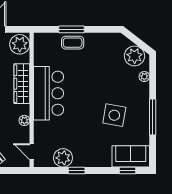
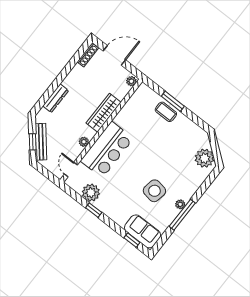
plant: (20, 44) -> (131, 81), width x0.53, depth x0.53
plant: (144, 77) -> (180, 204), moved
bar counter: (48, 93) -> (107, 150), moved

